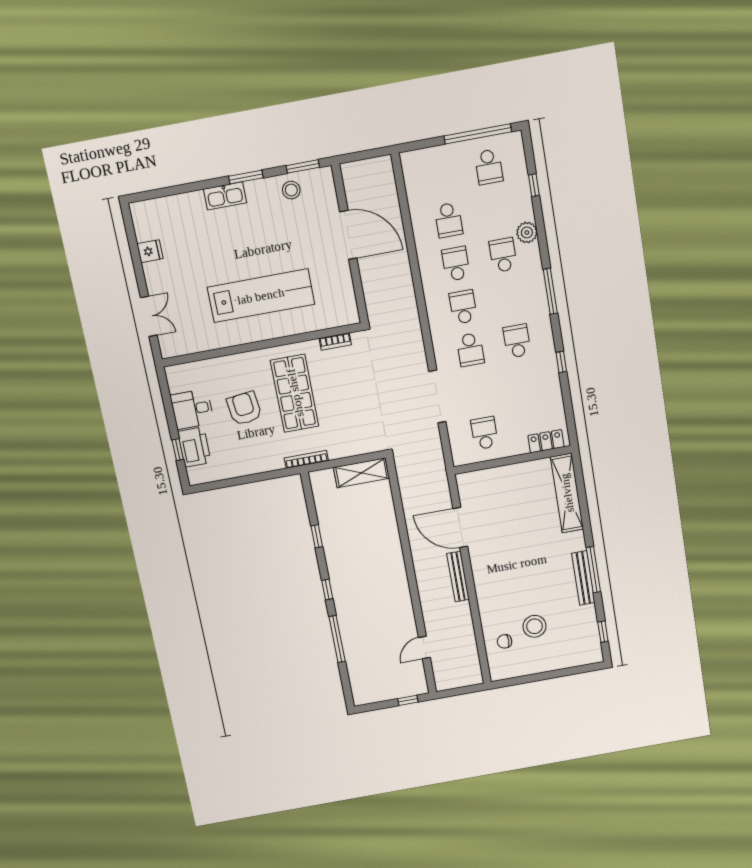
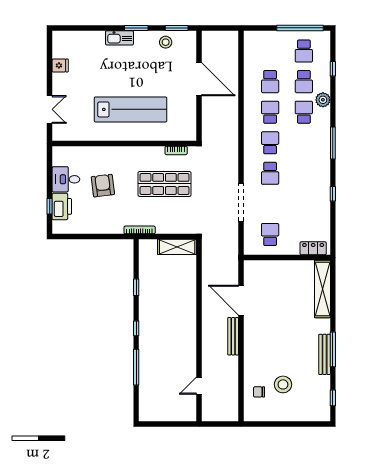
school desk: (517, 341) -> (304, 82), moved, turned 180
shop shelf: (295, 393) -> (165, 184), moved, turned 90
window: (408, 700) -> (180, 424), removed

